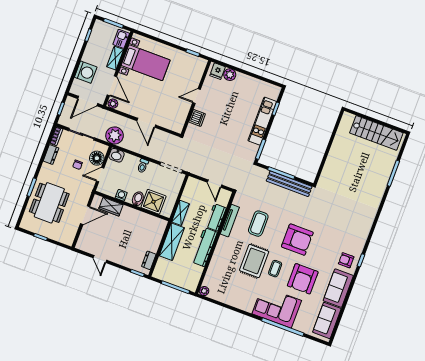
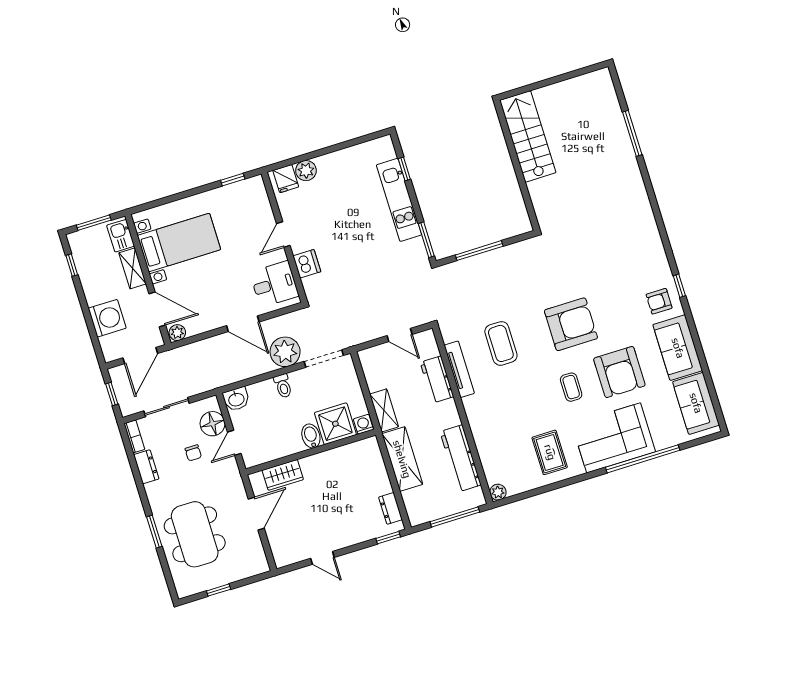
desk: (175, 116) -> (274, 284), added
stairs: (376, 133) -> (528, 136), moved, turned -90
plant: (115, 135) -> (285, 352), moved
bench: (289, 184) -> (501, 257), removed
washing machine: (121, 195) -> (363, 424), moved
workbench: (204, 247) -> (460, 458), moved
rug: (254, 261) -> (550, 452), moved, width x0.73, depth x0.70

